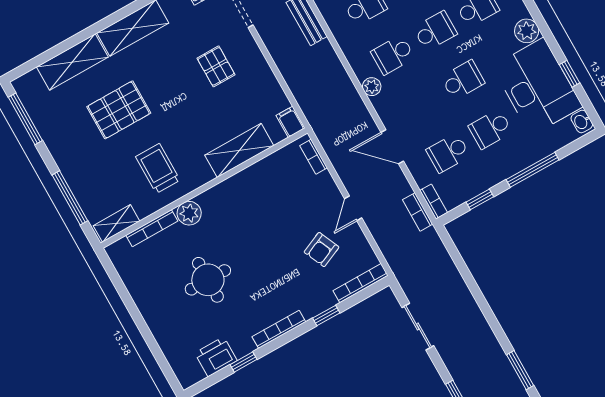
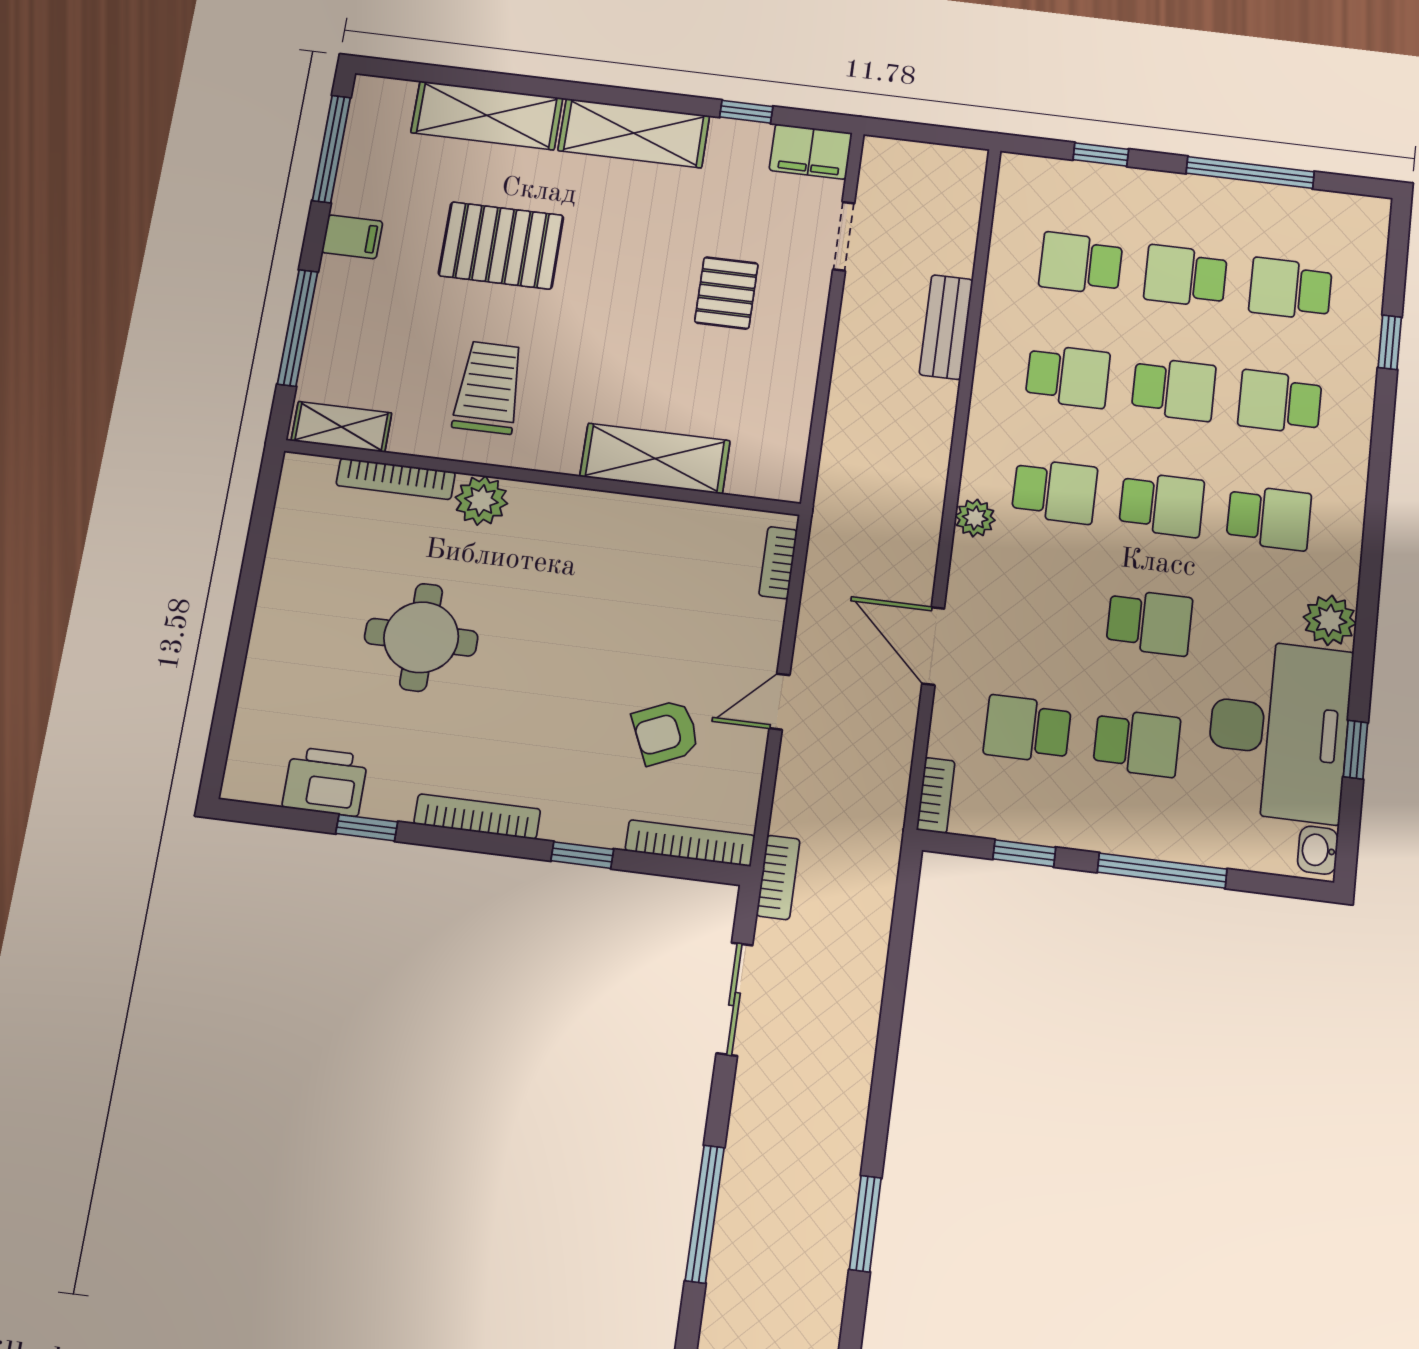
school desk: (393, 55) -> (1055, 491), turned 180
filing cabinet: (290, 122) -> (352, 237), moved, turned 90
school desk: (490, 129) -> (1137, 743), turned 180
bookcase: (418, 212) -> (778, 877), moved, turned 180

